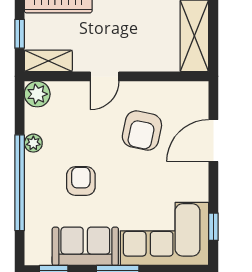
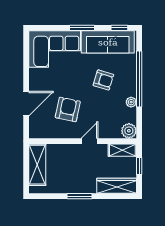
armchair: (81, 181) -> (103, 80), turned -73
window: (213, 227) -> (26, 53), removed
sofa: (85, 246) -> (108, 42), width x1.36

